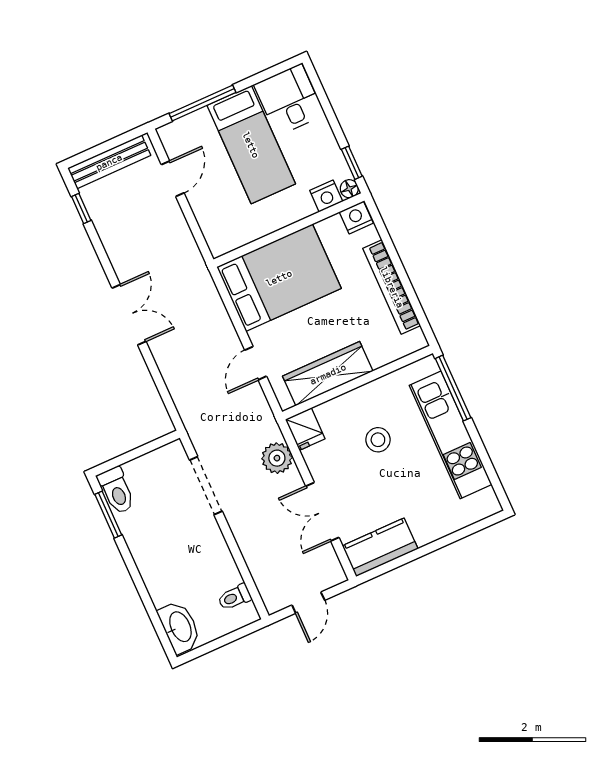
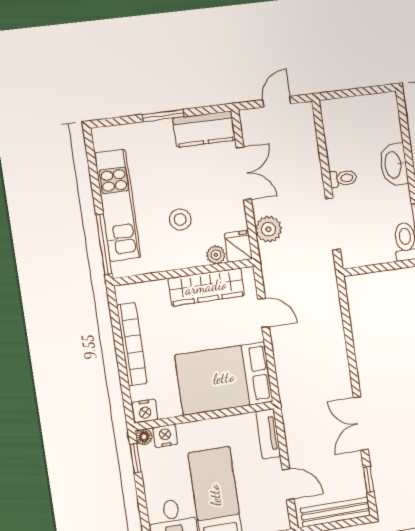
door: (173, 179) -> (288, 484), swing flipped
tv unit: (212, 229) -> (268, 434), added
double door: (129, 315) -> (361, 424), moved
door: (256, 363) -> (264, 313), hinge flipped
plant: (327, 412) -> (216, 255), added
window: (430, 548) -> (163, 116), added
toilet: (235, 597) -> (343, 178), moved
washbasin: (180, 627) -> (394, 165), moved

